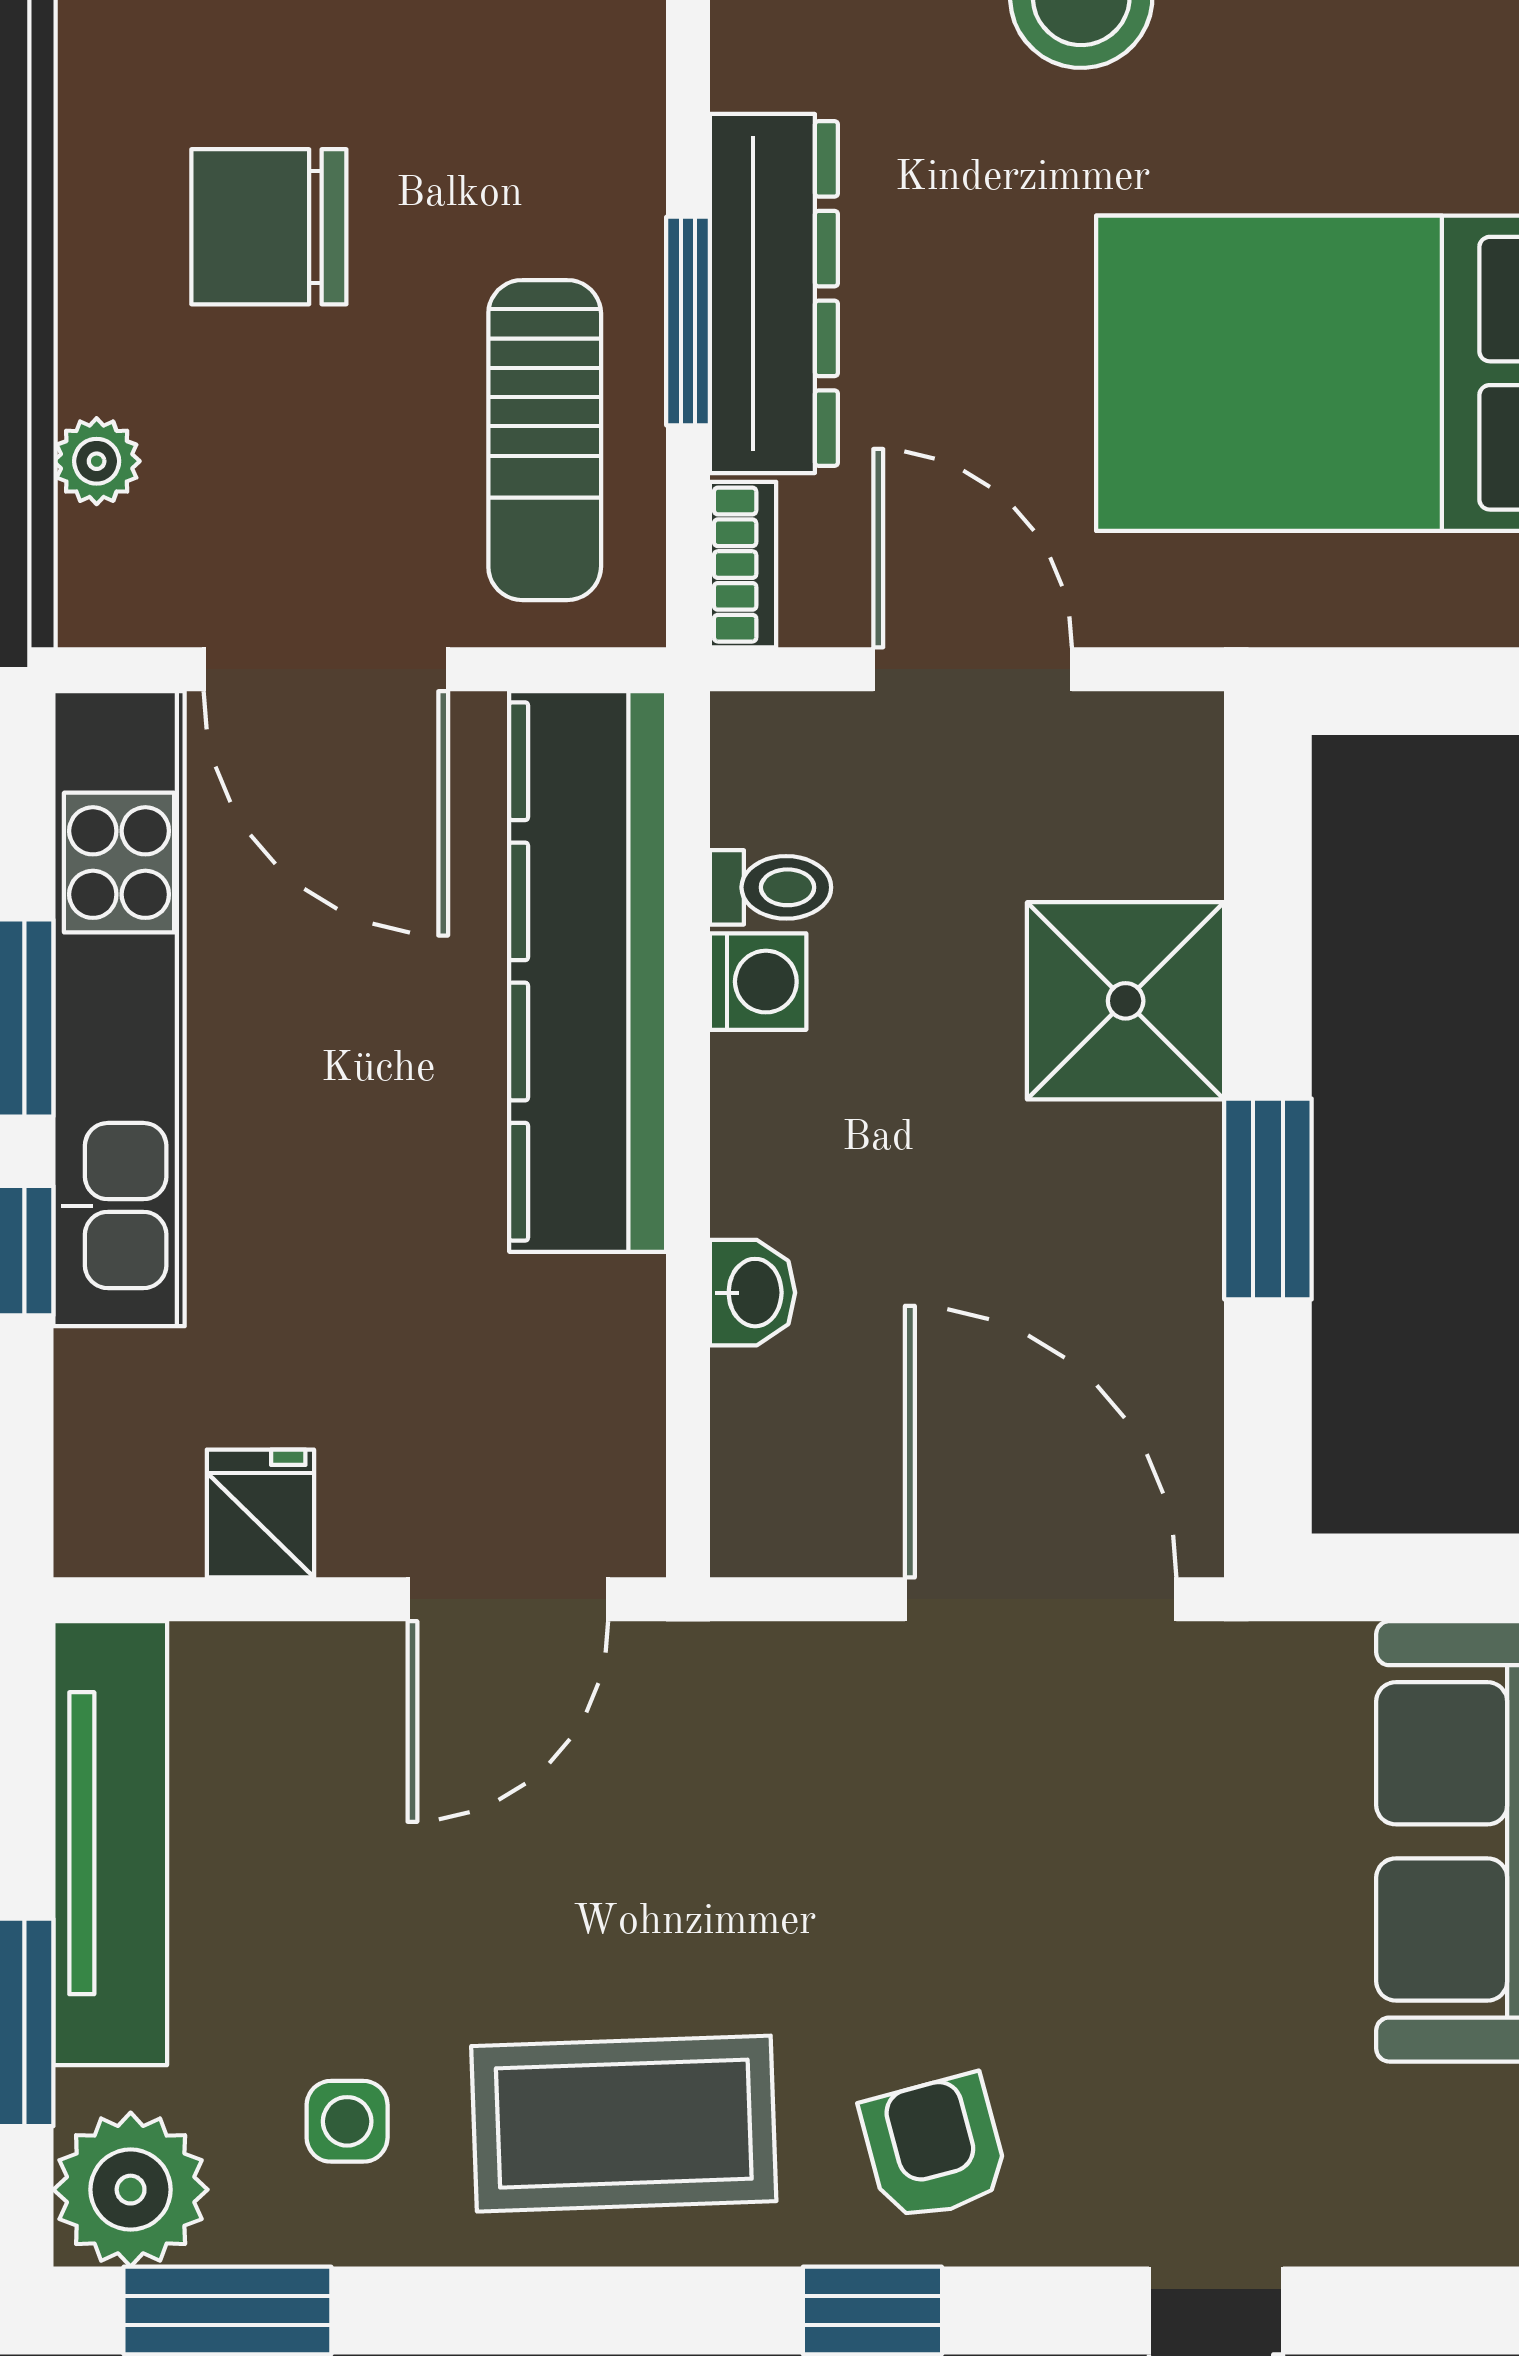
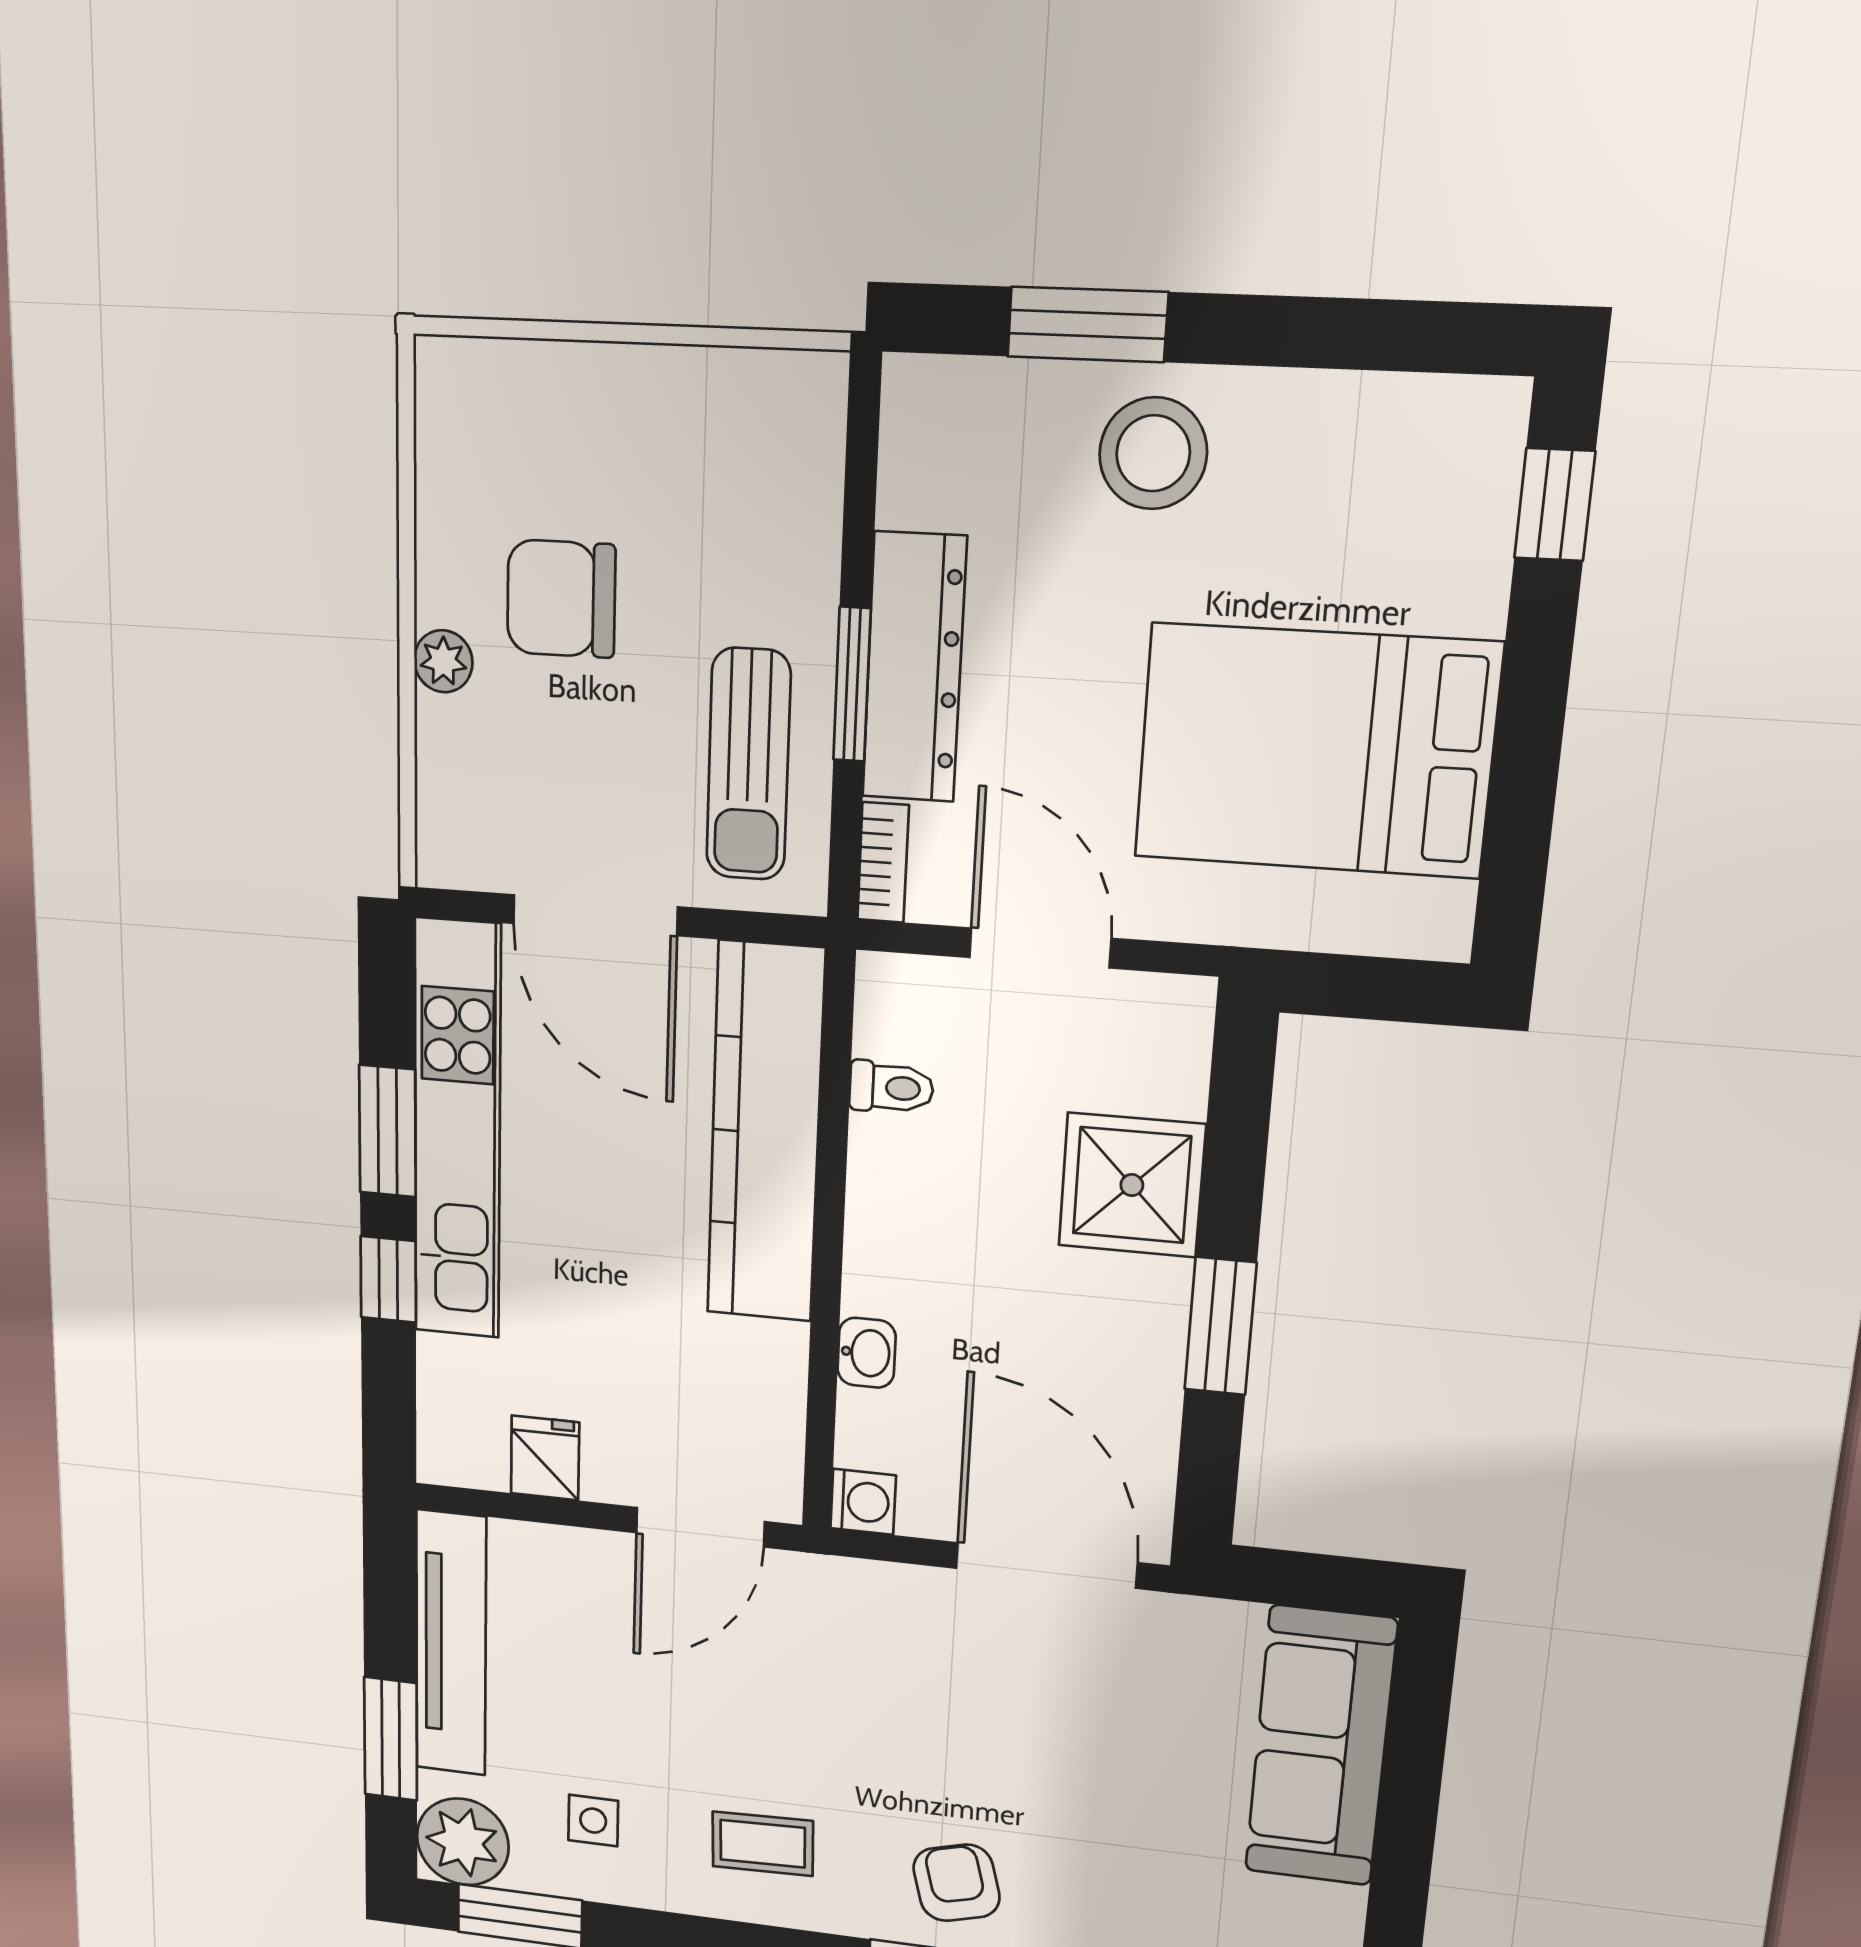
plant: (97, 461) -> (443, 661), moved
washing machine: (758, 982) -> (863, 1502), moved
coffee table: (624, 2124) -> (763, 1844), width x0.54, depth x0.58

